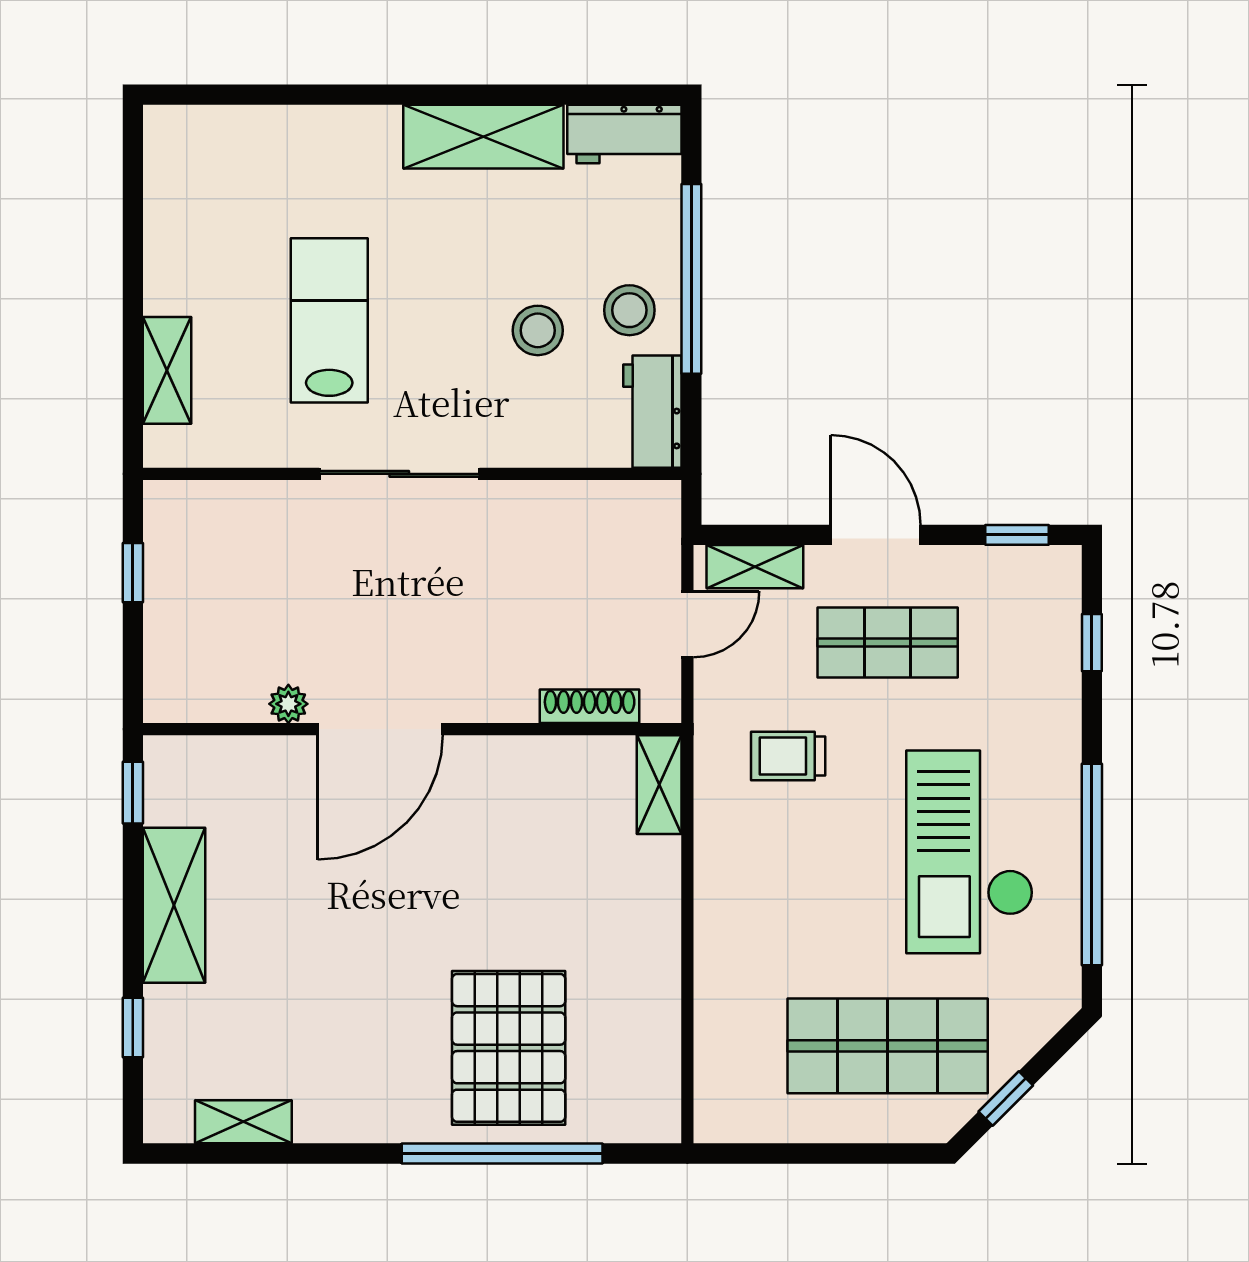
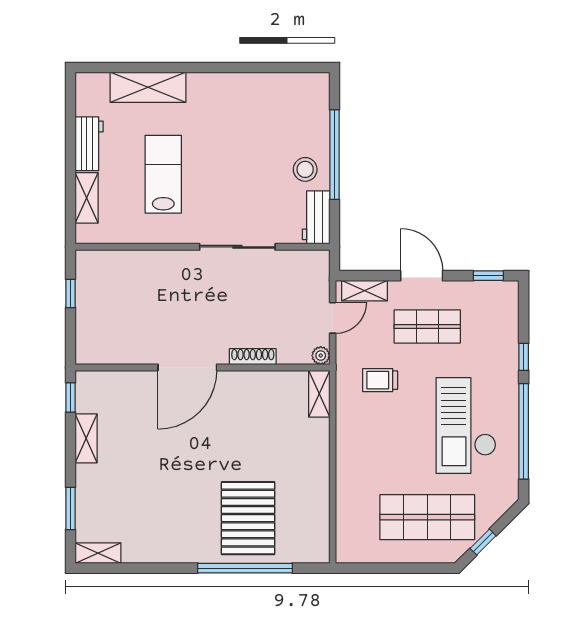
workbench: (624, 134) -> (89, 144), moved, turned -90
shelving: (483, 137) -> (148, 87), moved
stool: (538, 330) -> (262, 179), removed
sliding door: (399, 474) -> (237, 247), moved
window: (1092, 643) -> (524, 357), moved
plant: (288, 704) -> (321, 356), moved
shoe rack: (590, 706) -> (253, 357), moved
shelving: (174, 905) -> (86, 438), width x0.67, depth x0.75
window: (133, 1027) -> (71, 508), width x1.50
shelving: (243, 1122) -> (98, 553), moved

